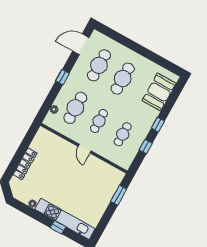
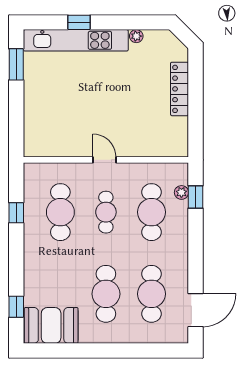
window: (63, 77) -> (195, 197), moved
booth: (159, 92) -> (51, 325), moved, turned 90
window: (158, 125) -> (16, 307), moved
cafe table: (123, 134) -> (60, 212), width x1.37, depth x1.35
window: (119, 195) -> (16, 64), moved

